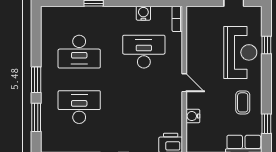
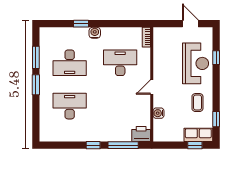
water cooler: (143, 13) -> (95, 33), moved
door: (184, 83) -> (152, 87), swing flipped
window: (36, 117) -> (36, 57), moved

